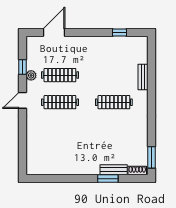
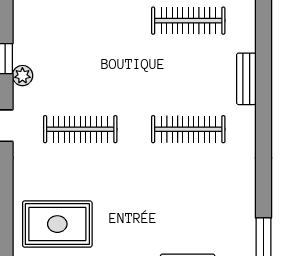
clothes rail: (60, 75) -> (188, 21), moved
rug: (49, 150) -> (57, 224), added

